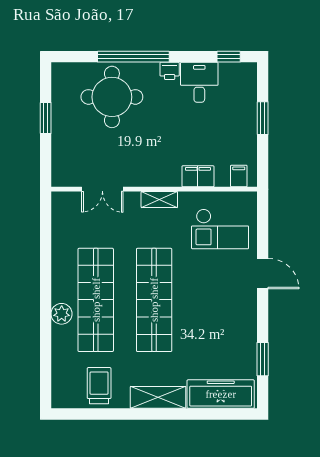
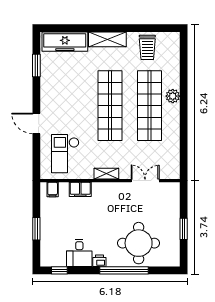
checkout: (220, 229) -> (65, 154), turned -90

